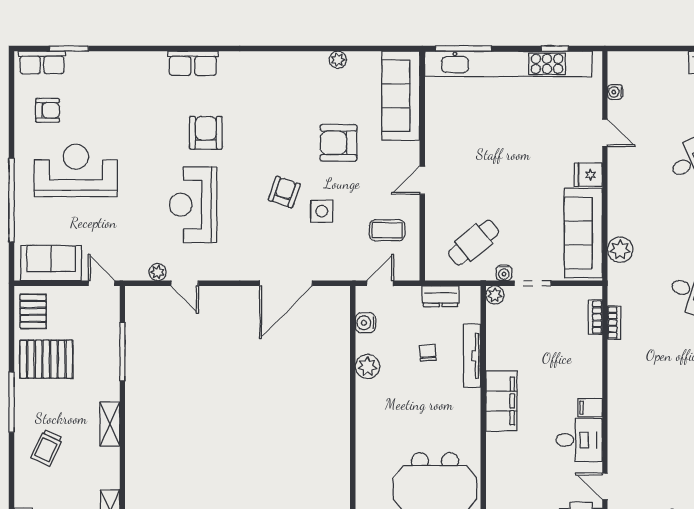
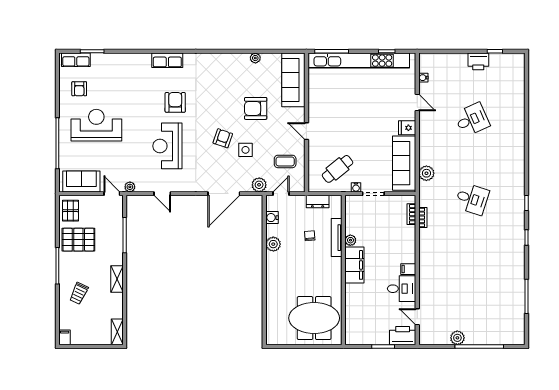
armchair: (48, 110) -> (79, 89), turned 90
door: (422, 180) -> (306, 131), hinge flipped
plant: (344, 269) -> (259, 185), added
plant: (158, 272) -> (130, 187), moved
plant: (495, 295) -> (350, 240), moved

